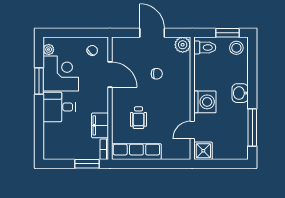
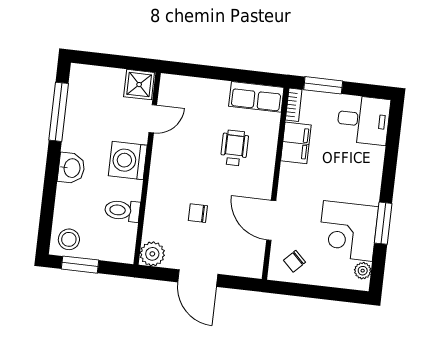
toilet: (205, 47) -> (122, 211), moved
desk: (59, 107) -> (363, 120), moved
row of seats: (136, 152) -> (256, 97), width x0.68

